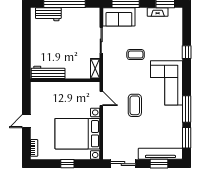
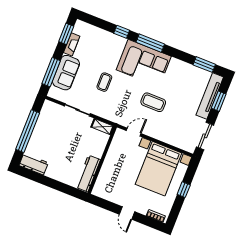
workbench: (48, 14) -> (34, 164), moved, turned -90
sofa: (119, 17) -> (66, 73), moved
window: (187, 109) -> (150, 43), moved

